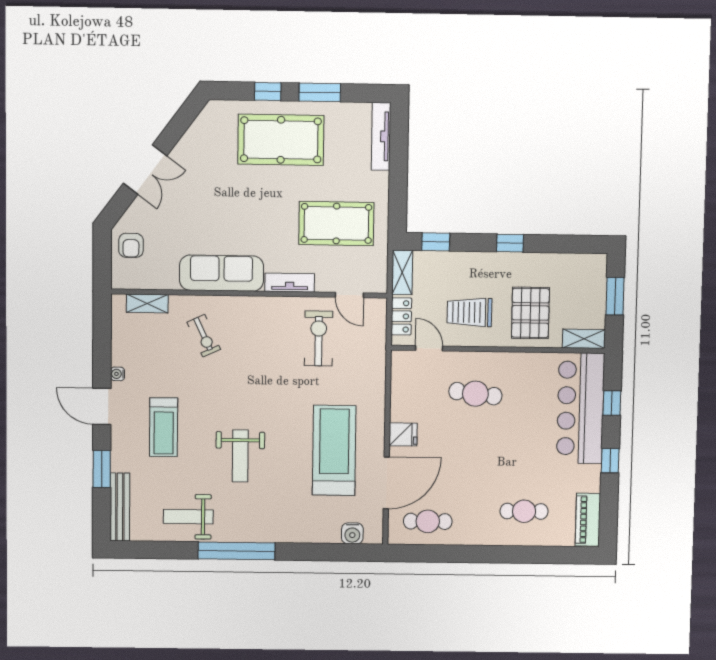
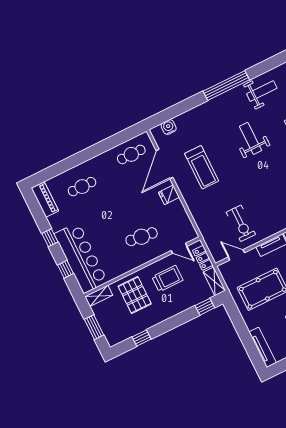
window: (510, 243) -> (142, 338), moved
treadmill: (334, 450) -> (202, 167), width x0.73, depth x0.73

